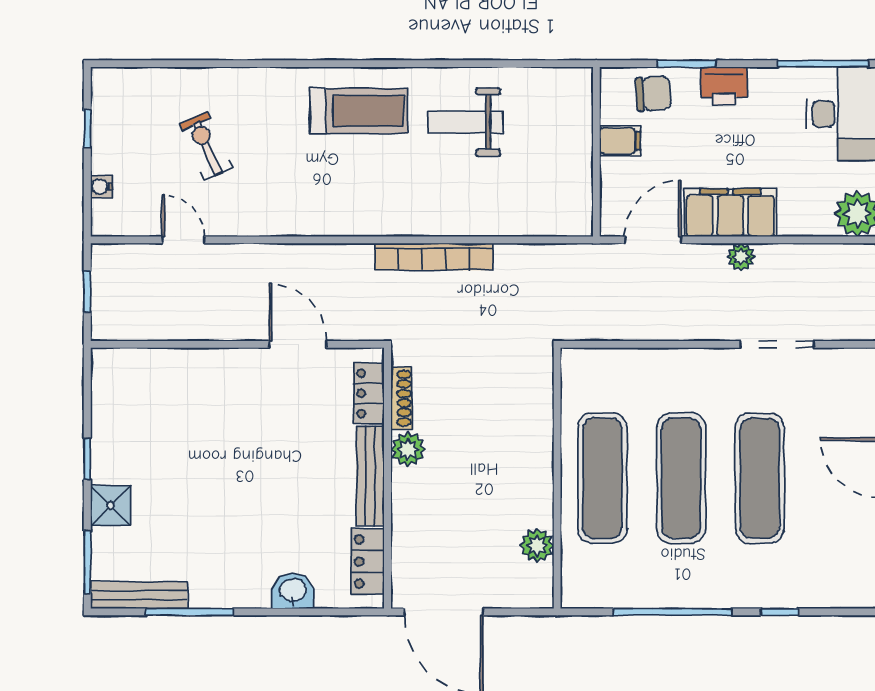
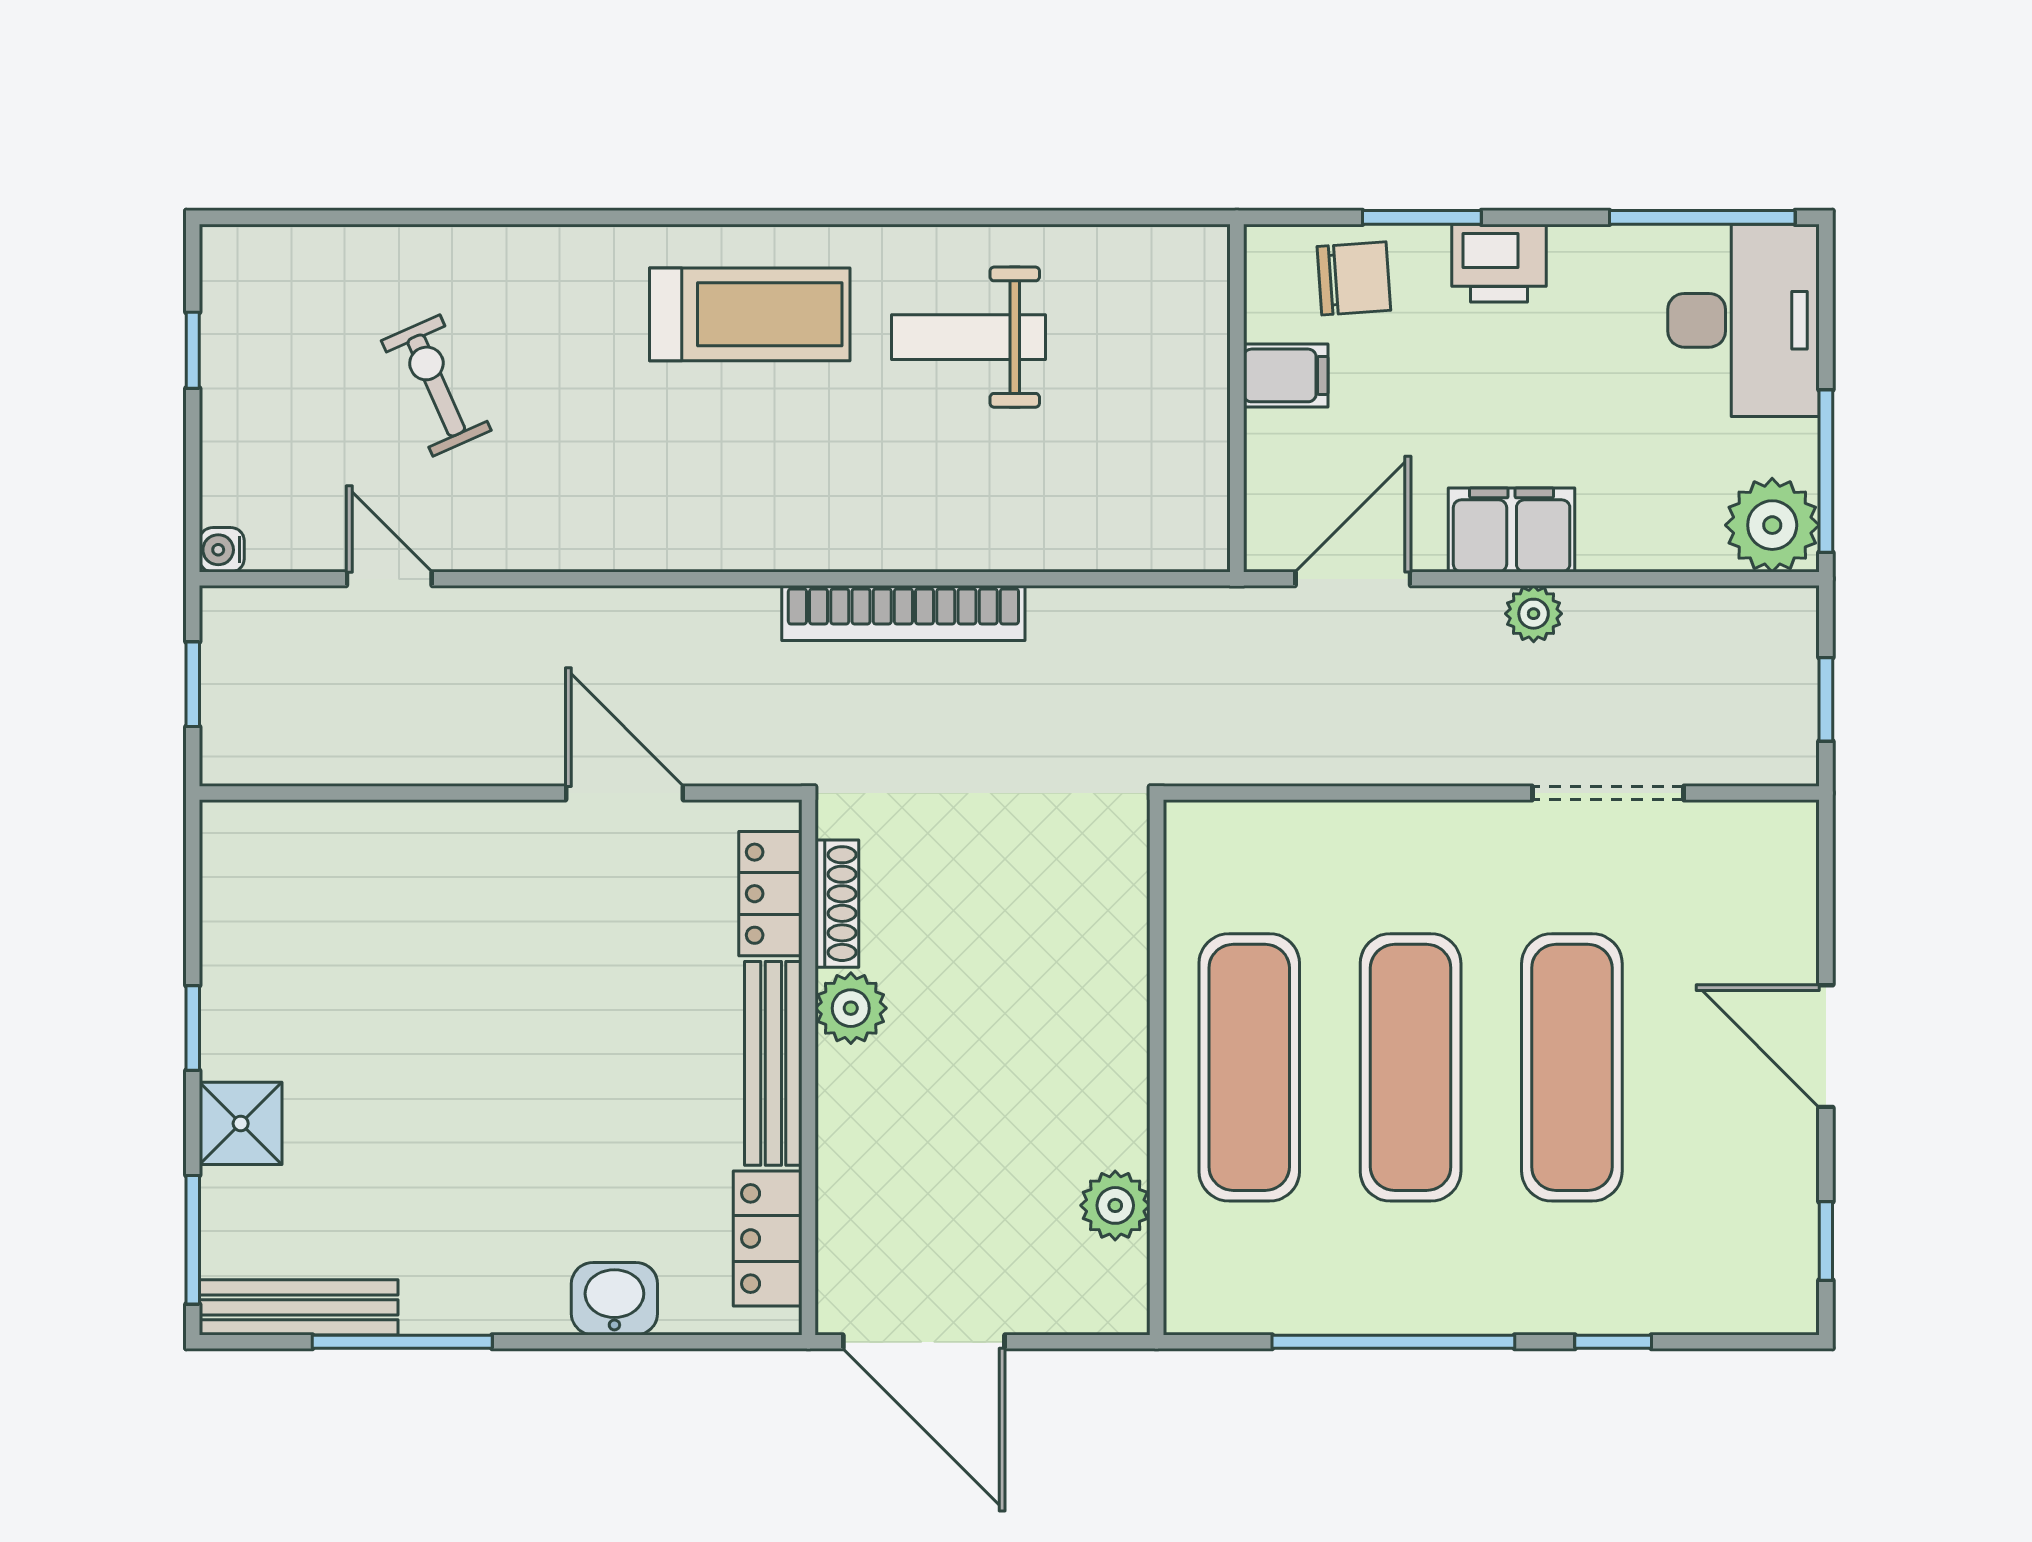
water cooler: (101, 187) -> (222, 550), moved
filing cabinet: (730, 213) -> (1512, 530), width x0.67, depth x0.86

